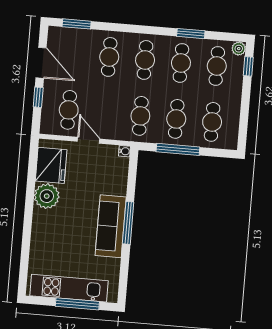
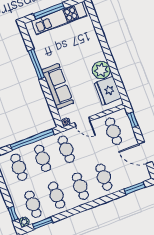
window: (191, 34) -> (42, 223), moved
window: (38, 97) -> (133, 120), moved
door: (89, 140) -> (82, 122), moved
window: (178, 149) -> (32, 140), width x1.46
window: (128, 223) -> (36, 64), moved
sofa: (111, 226) -> (58, 86), moved

